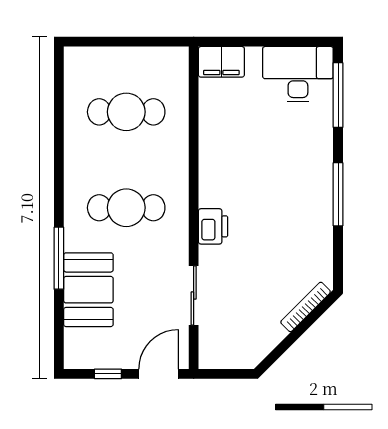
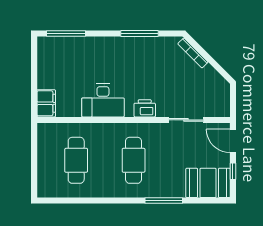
desk: (298, 74) -> (103, 100), moved, turned -90
window: (338, 194) -> (140, 33), moved
booth: (88, 290) -> (208, 183), moved

